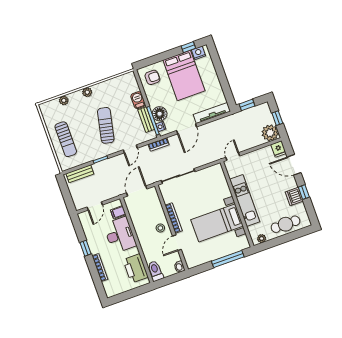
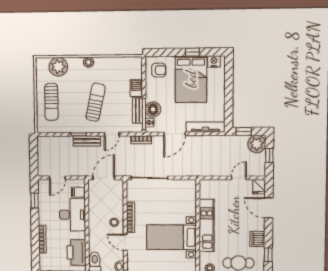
window: (188, 47) -> (192, 52), moved
plant: (64, 100) -> (58, 67), width x1.88, depth x1.88
plant: (270, 133) -> (257, 144), moved
door: (233, 157) -> (239, 178), moved
bench: (80, 174) -> (87, 141), moved
window: (304, 192) -> (268, 255), moved
door: (177, 243) -> (125, 242), hinge flipped
window: (86, 248) -> (34, 200), moved

